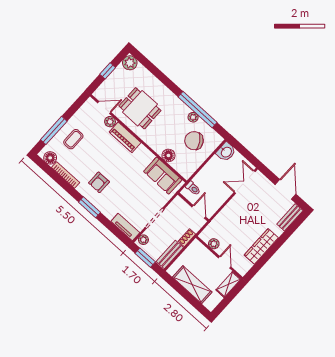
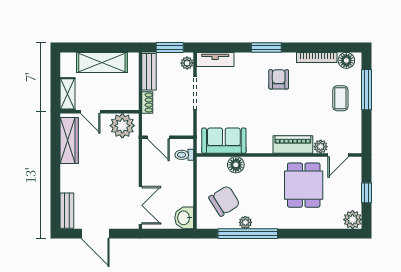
dining table: (140, 108) -> (304, 185), turned 90
plant: (214, 244) -> (122, 126), width x1.87, depth x1.87
wardrobe: (261, 246) -> (69, 141), moved

